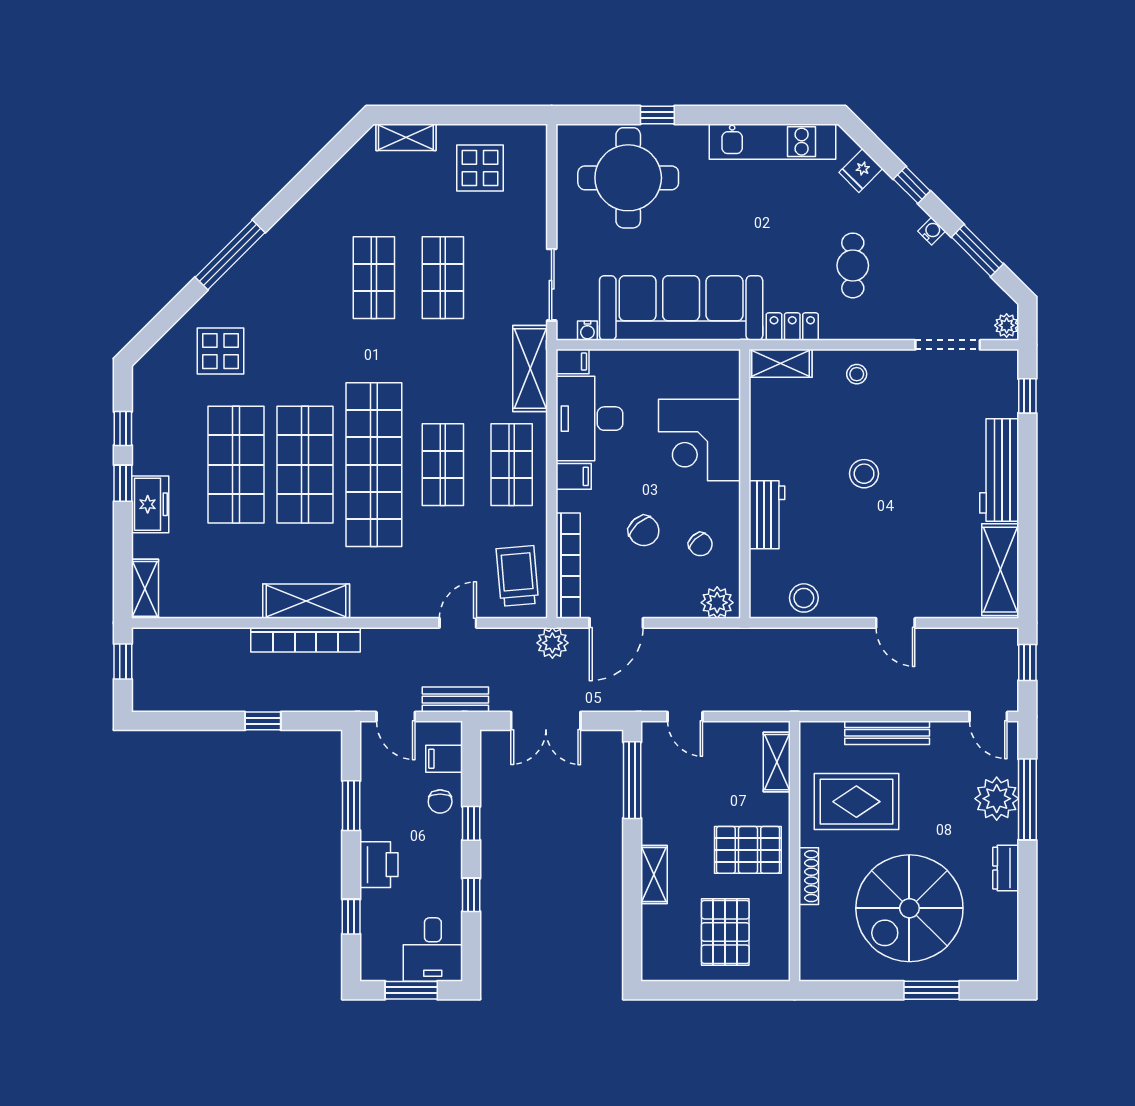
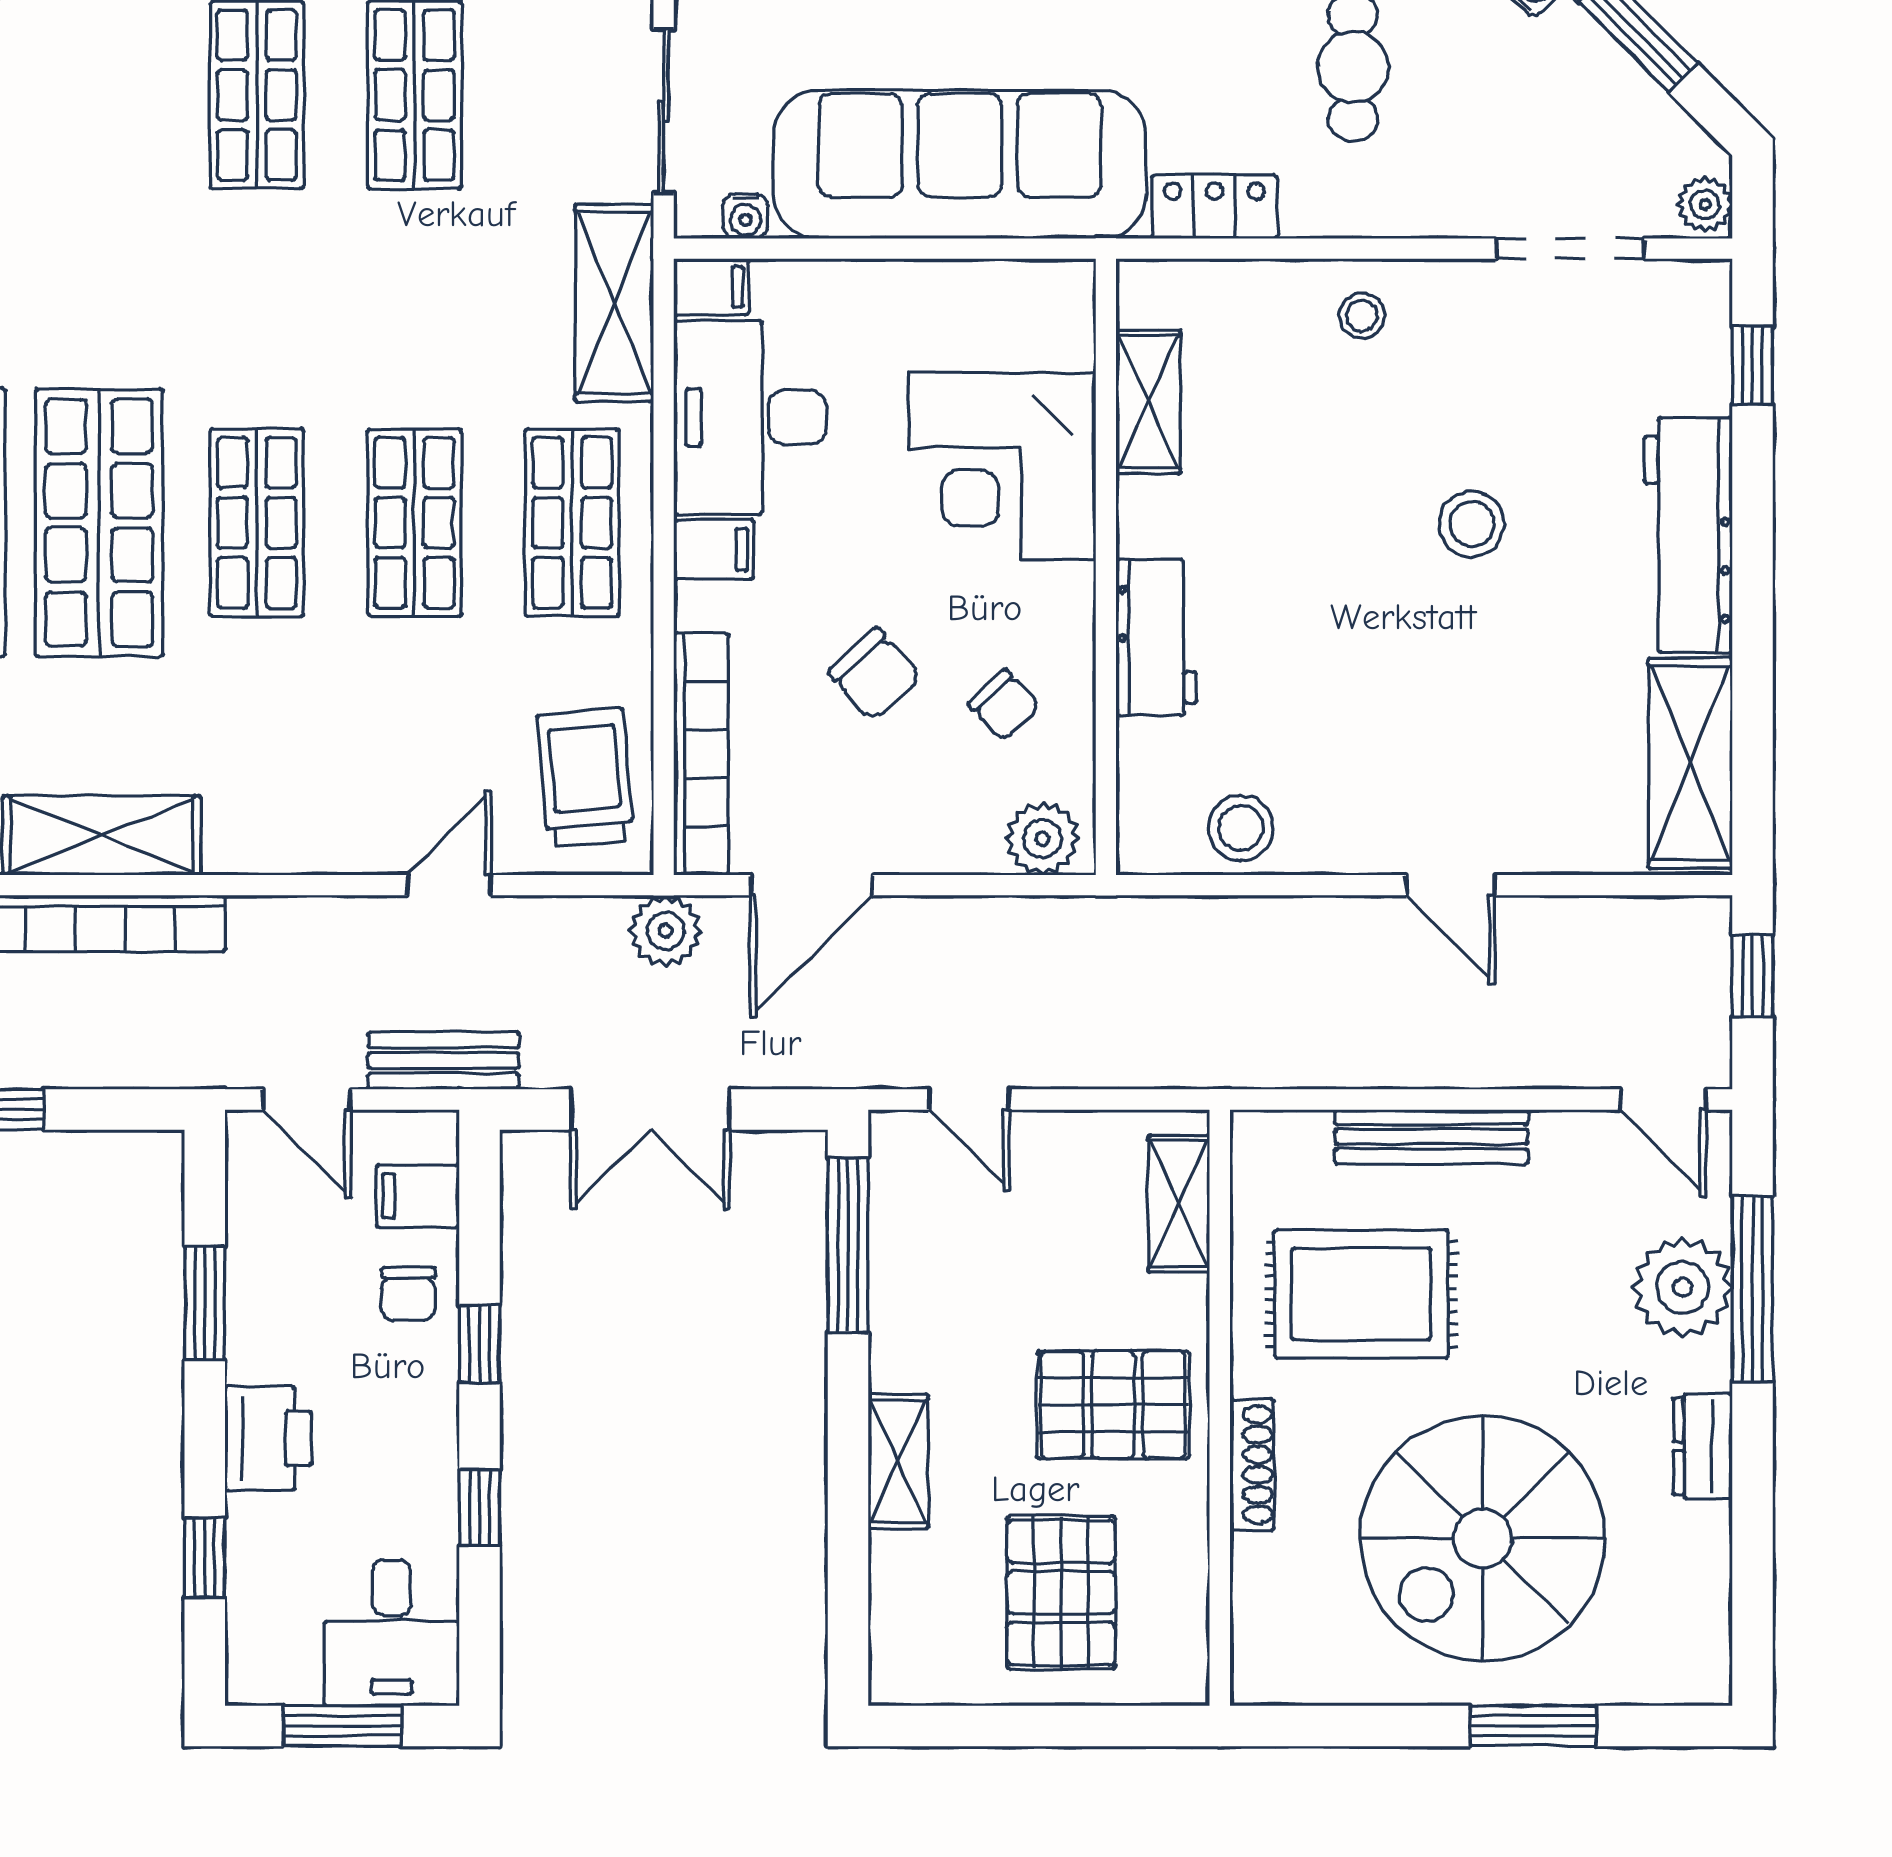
shelving: (781, 363) -> (1148, 402), moved, turned 90
shop shelf: (374, 465) -> (257, 523), width x0.50, depth x0.74
stool: (864, 474) -> (1472, 524), moved

